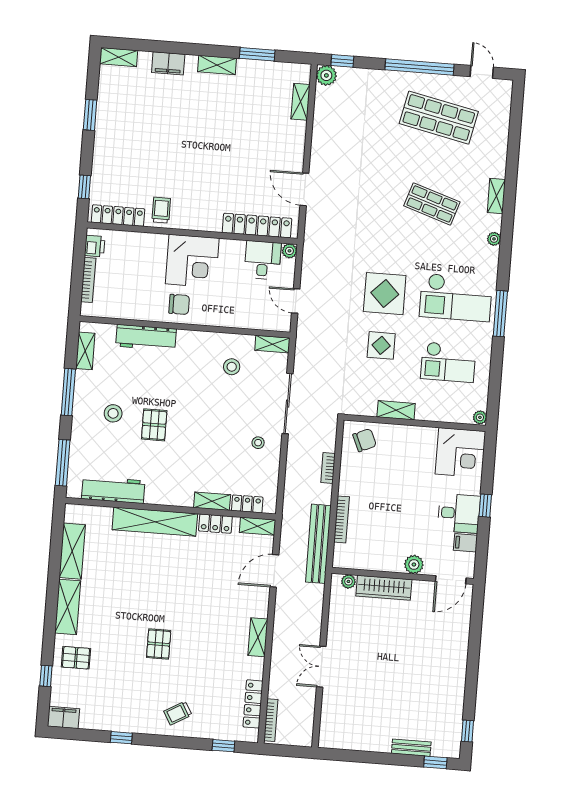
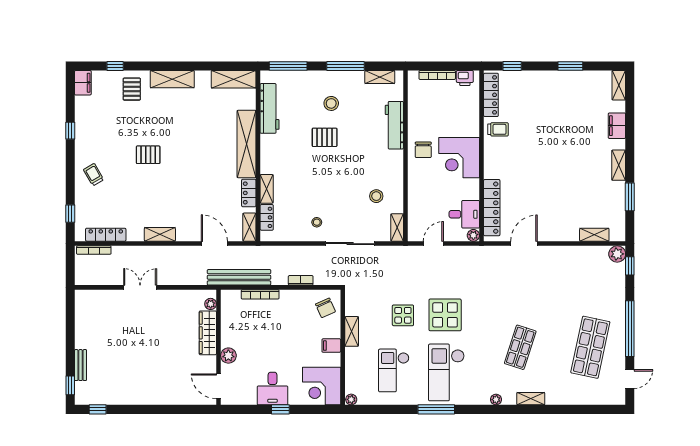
filing cabinet: (465, 543) -> (331, 346), moved, turned -90
shelving: (72, 551) -> (234, 79), moved

